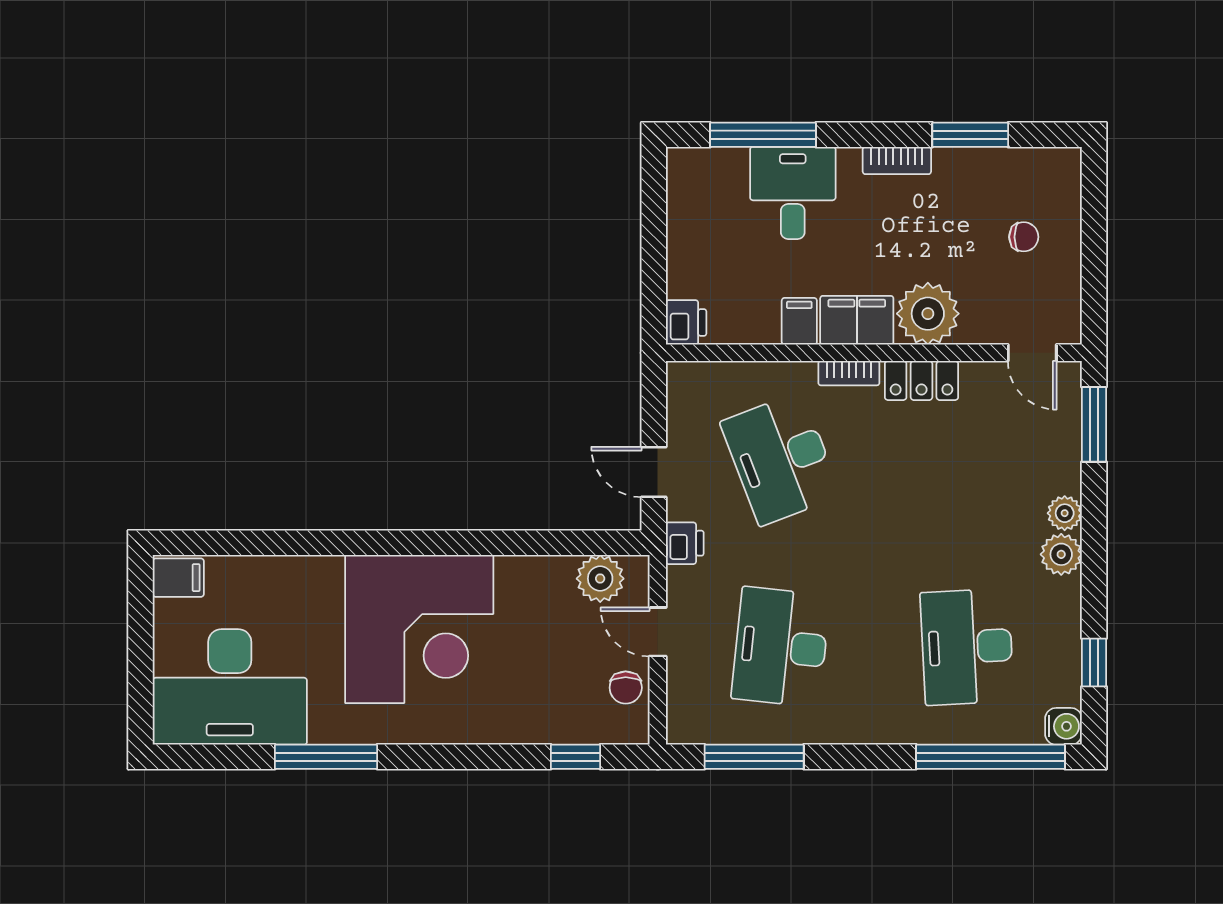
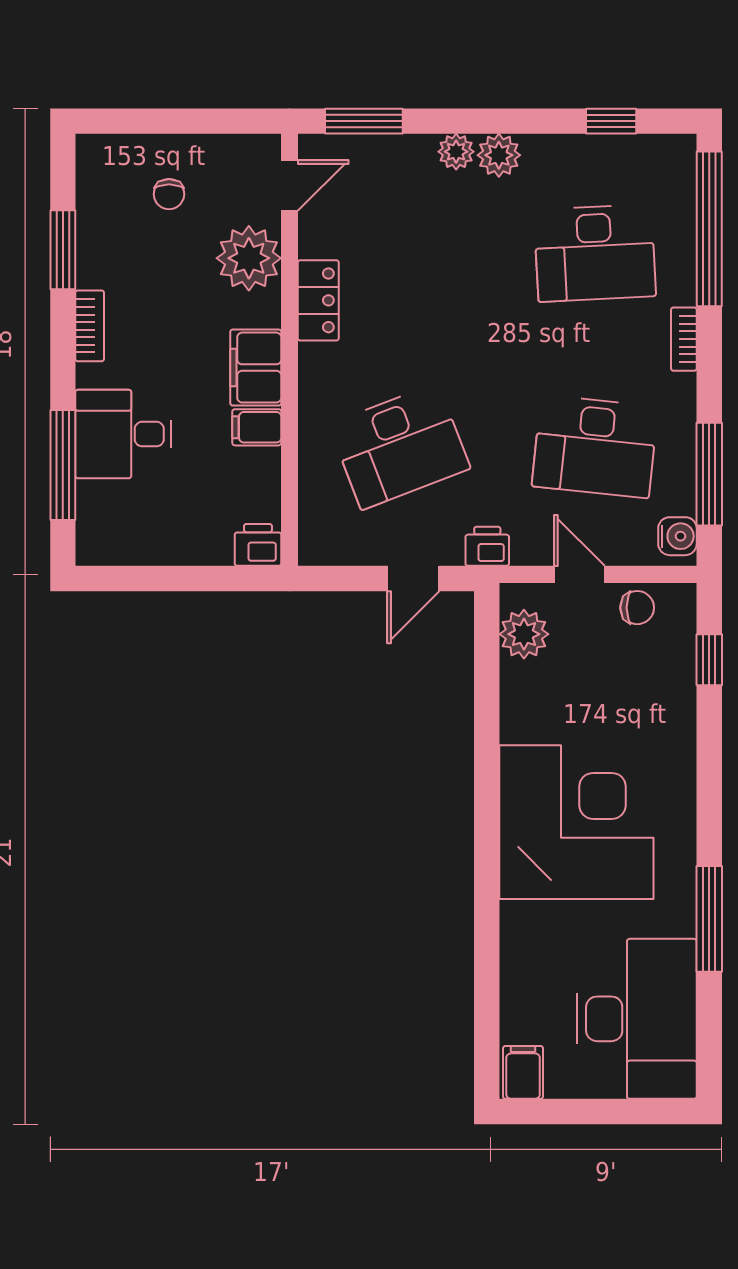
chair: (1024, 237) -> (169, 194), turned 180
plant: (928, 314) -> (249, 258), moved
bookcase: (849, 373) -> (684, 339), moved, turned 180
door: (658, 632) -> (579, 574), swing flipped
water cooler: (1064, 726) -> (677, 536), moved, turned 90

